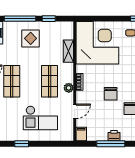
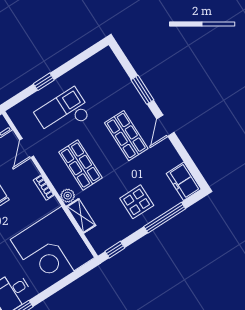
window: (49, 19) -> (115, 250), moved
plant: (69, 88) -> (68, 196), moved
window: (22, 144) -> (44, 82), moved

